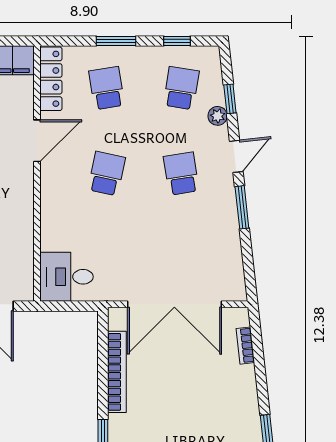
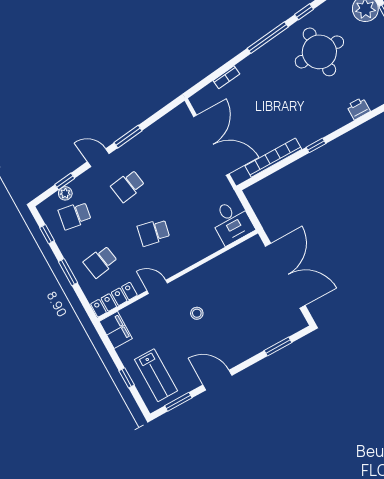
plant: (218, 116) -> (65, 193), moved
door: (37, 141) -> (157, 287), width x0.73
bookcase: (245, 346) -> (226, 77), moved

